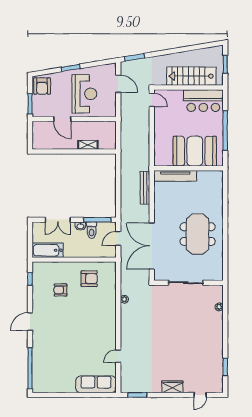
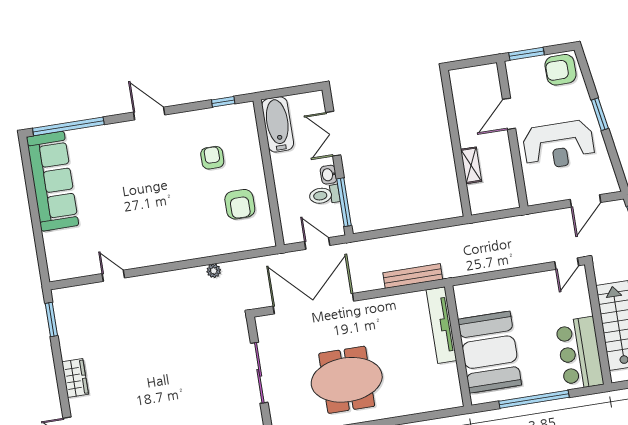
sofa: (96, 384) -> (53, 181), moved, width x1.36, depth x1.27

